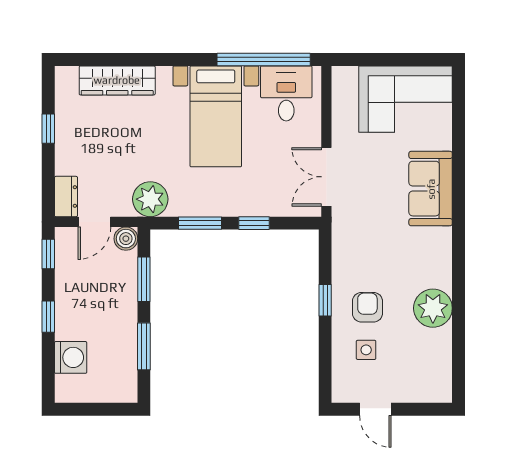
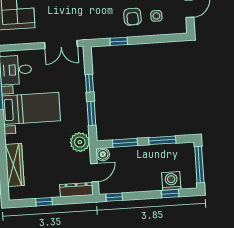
dresser: (66, 197) -> (76, 190), width x1.44
door: (94, 222) -> (95, 173), hinge flipped
window: (325, 300) -> (119, 41), moved
armchair: (367, 307) -> (132, 17), turned -92
window: (48, 317) -> (170, 194), moved
window: (96, 409) -> (199, 165), added

